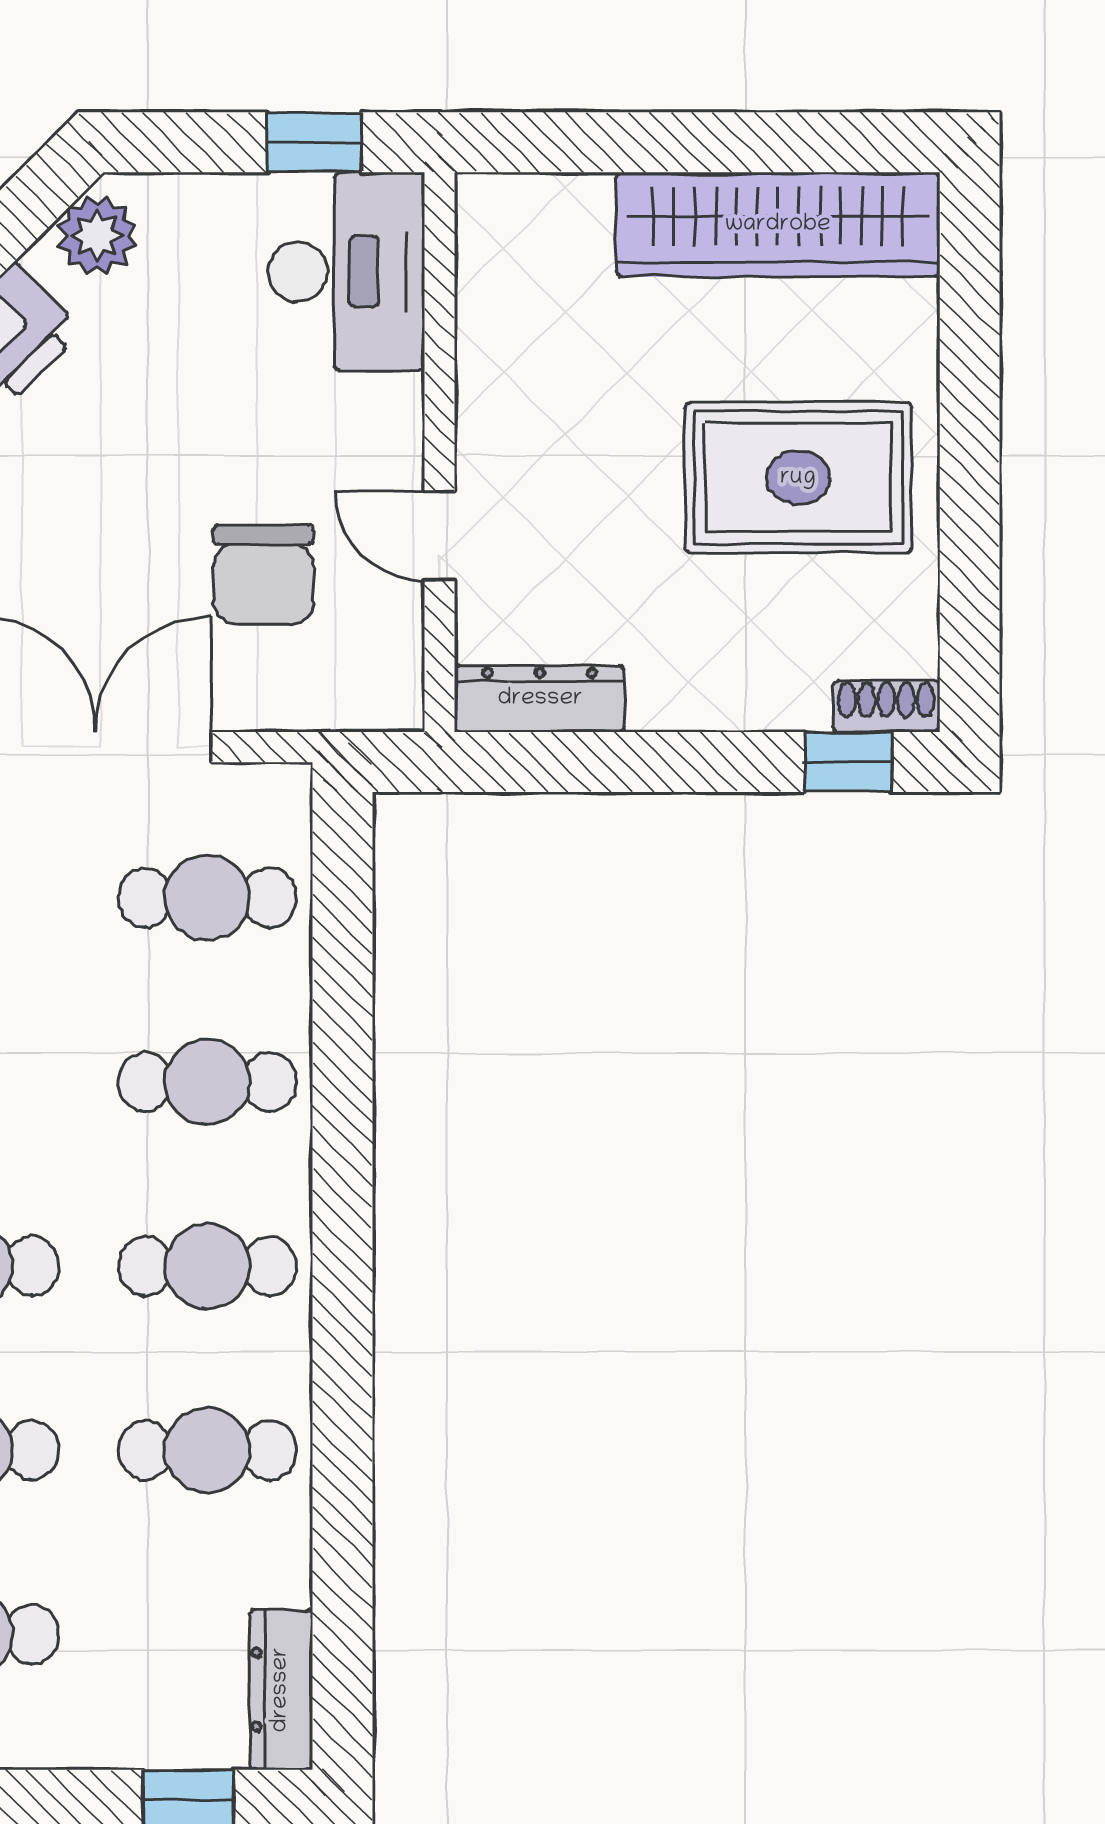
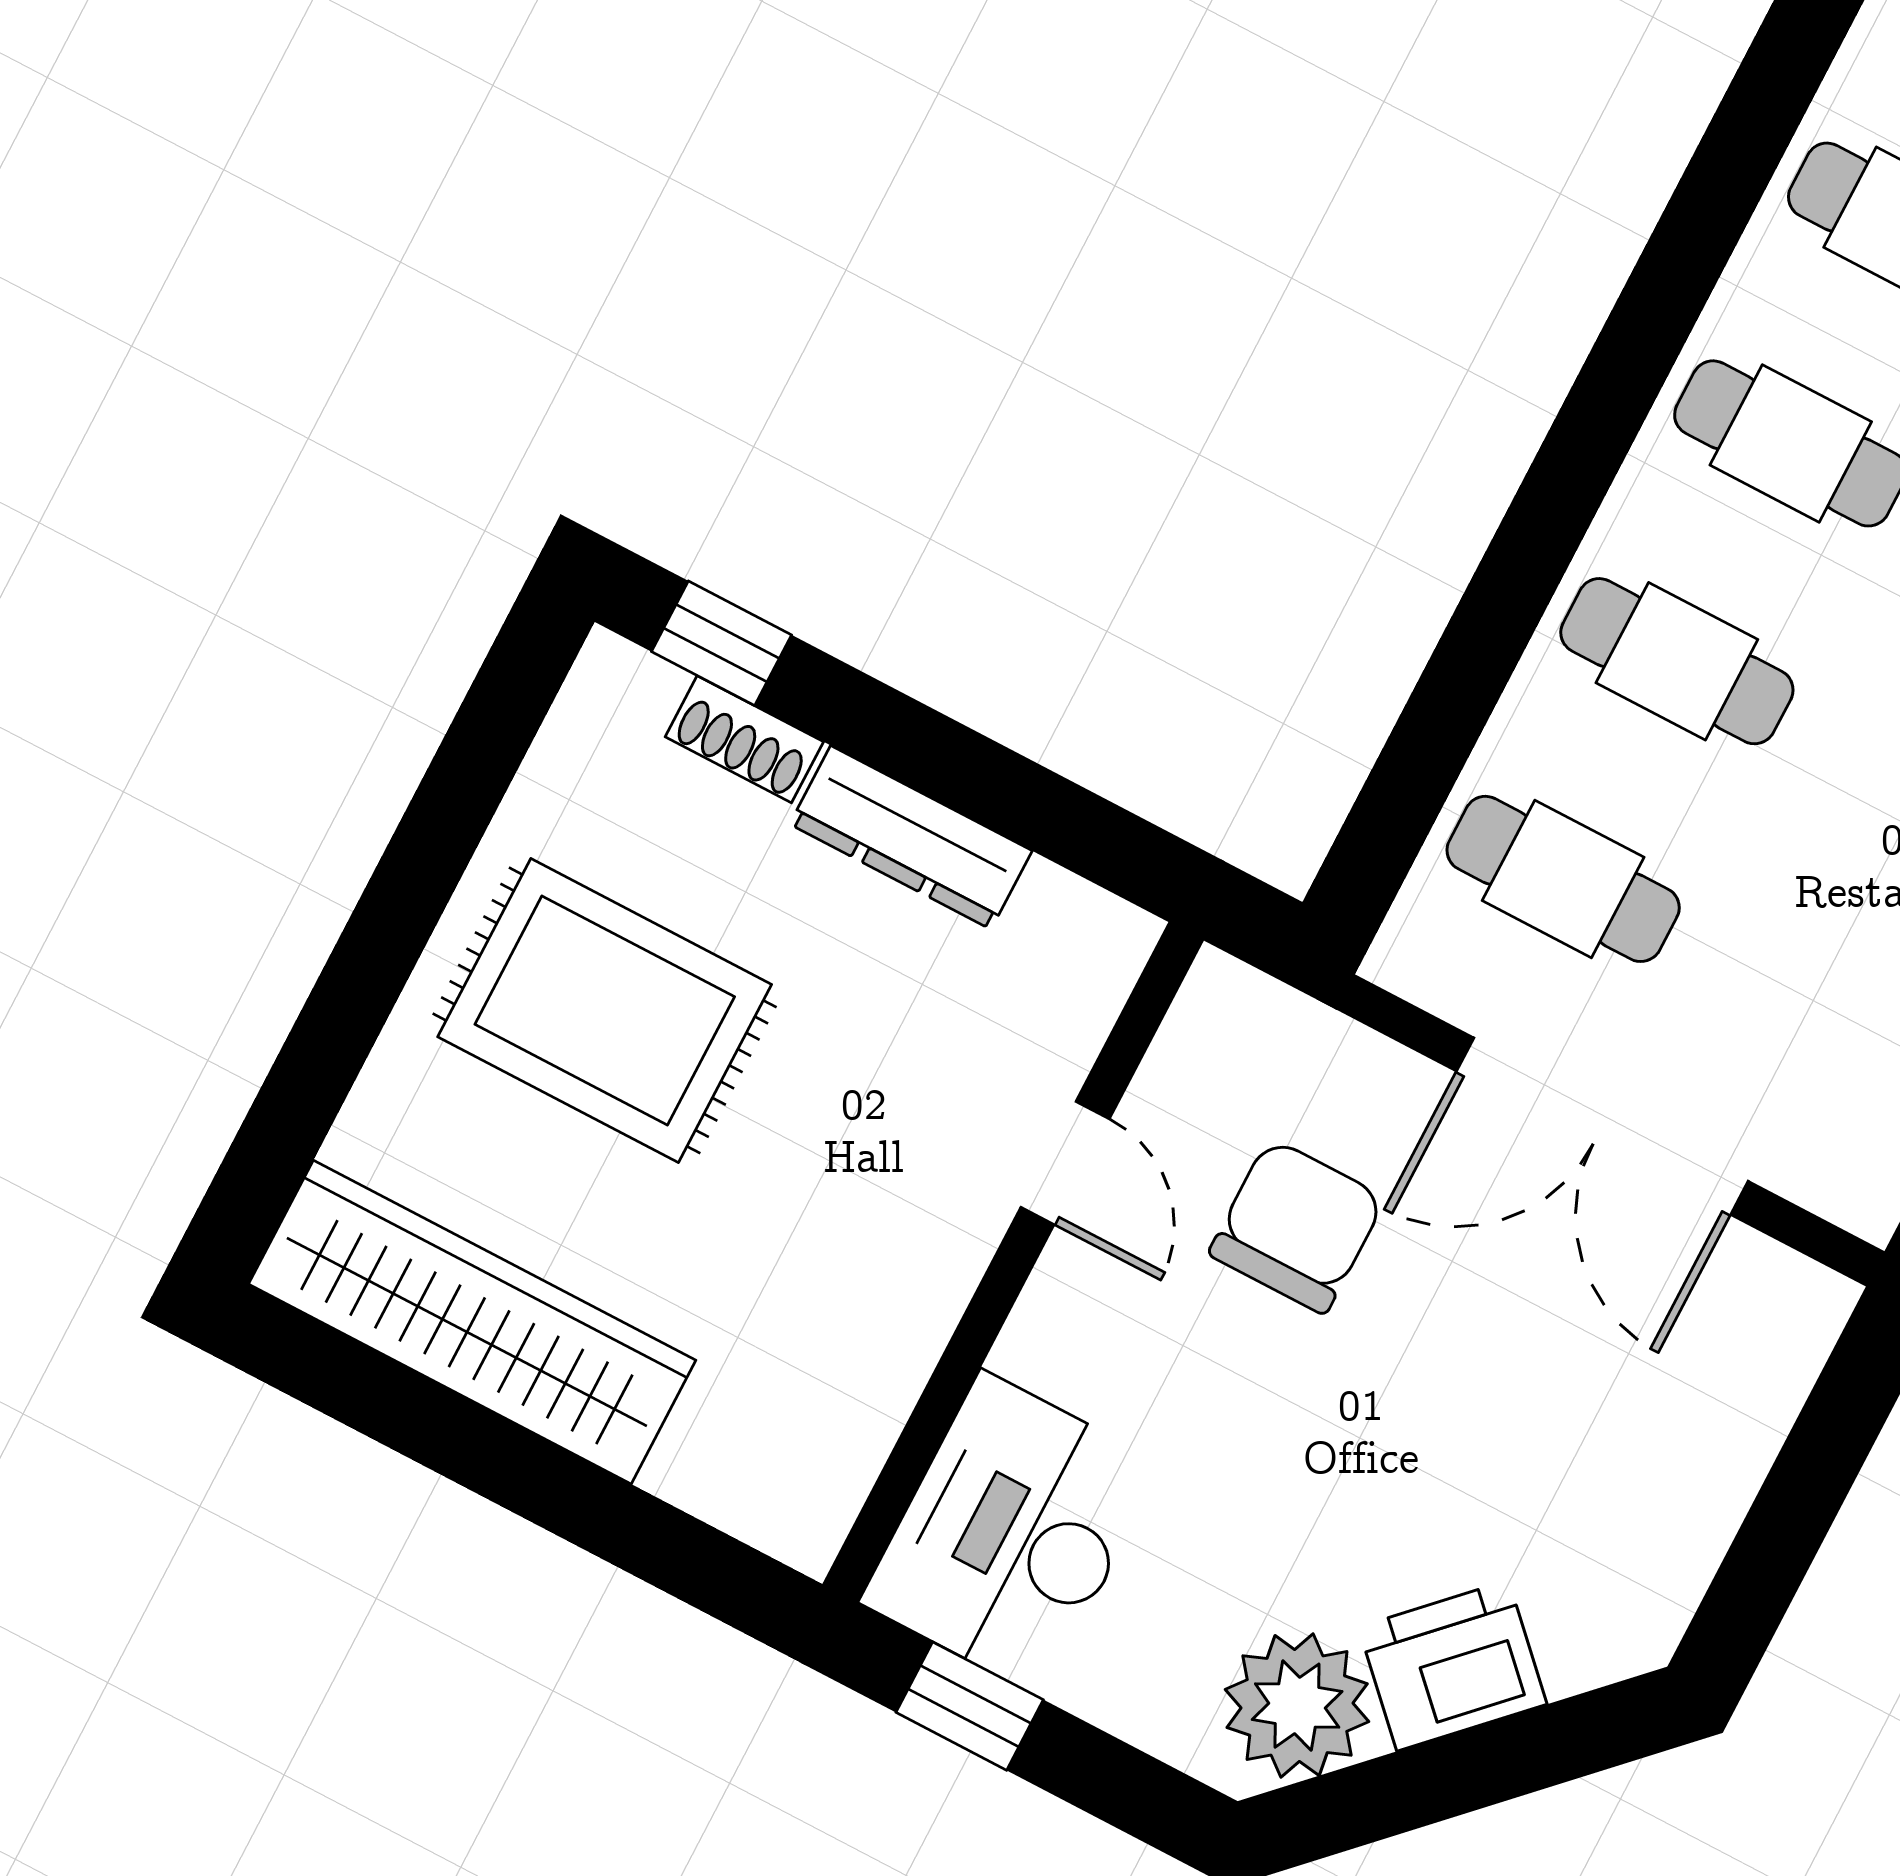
plant: (97, 236) -> (1297, 1706), width x1.36, depth x1.36
dresser: (540, 699) -> (911, 837), moved
shoe rack: (886, 706) -> (744, 739), moved

